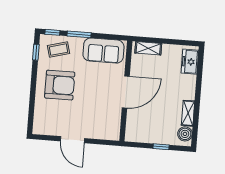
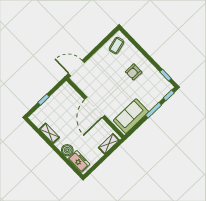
coffee table: (58, 50) -> (116, 46), moved
armchair: (60, 85) -> (134, 72), width x0.53, depth x0.53
boiler: (185, 134) -> (67, 150), moved
door: (72, 140) -> (76, 68), moved

